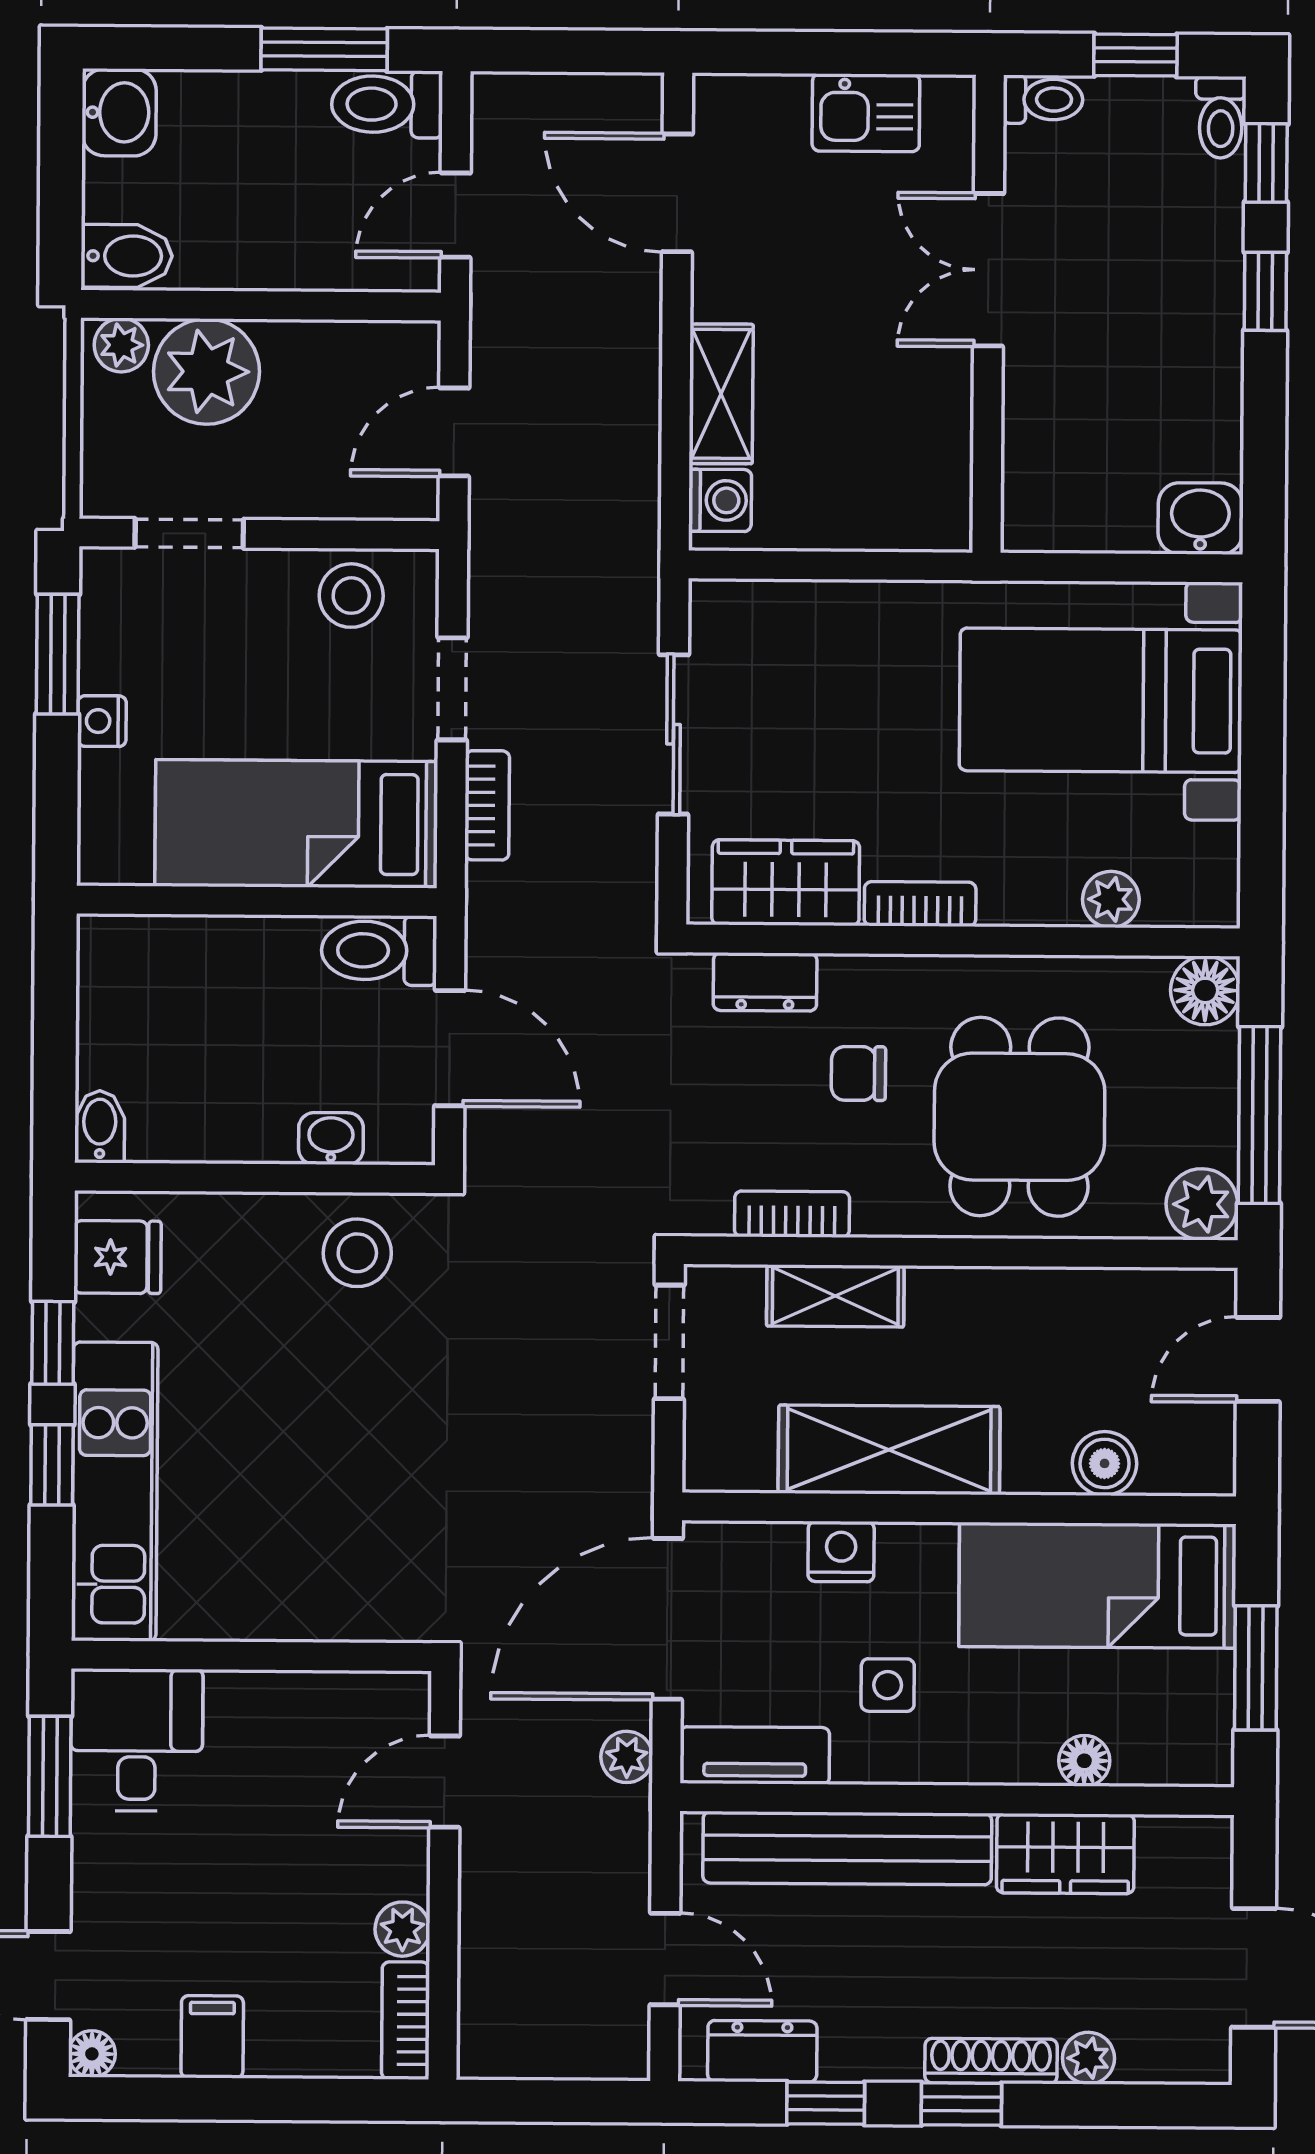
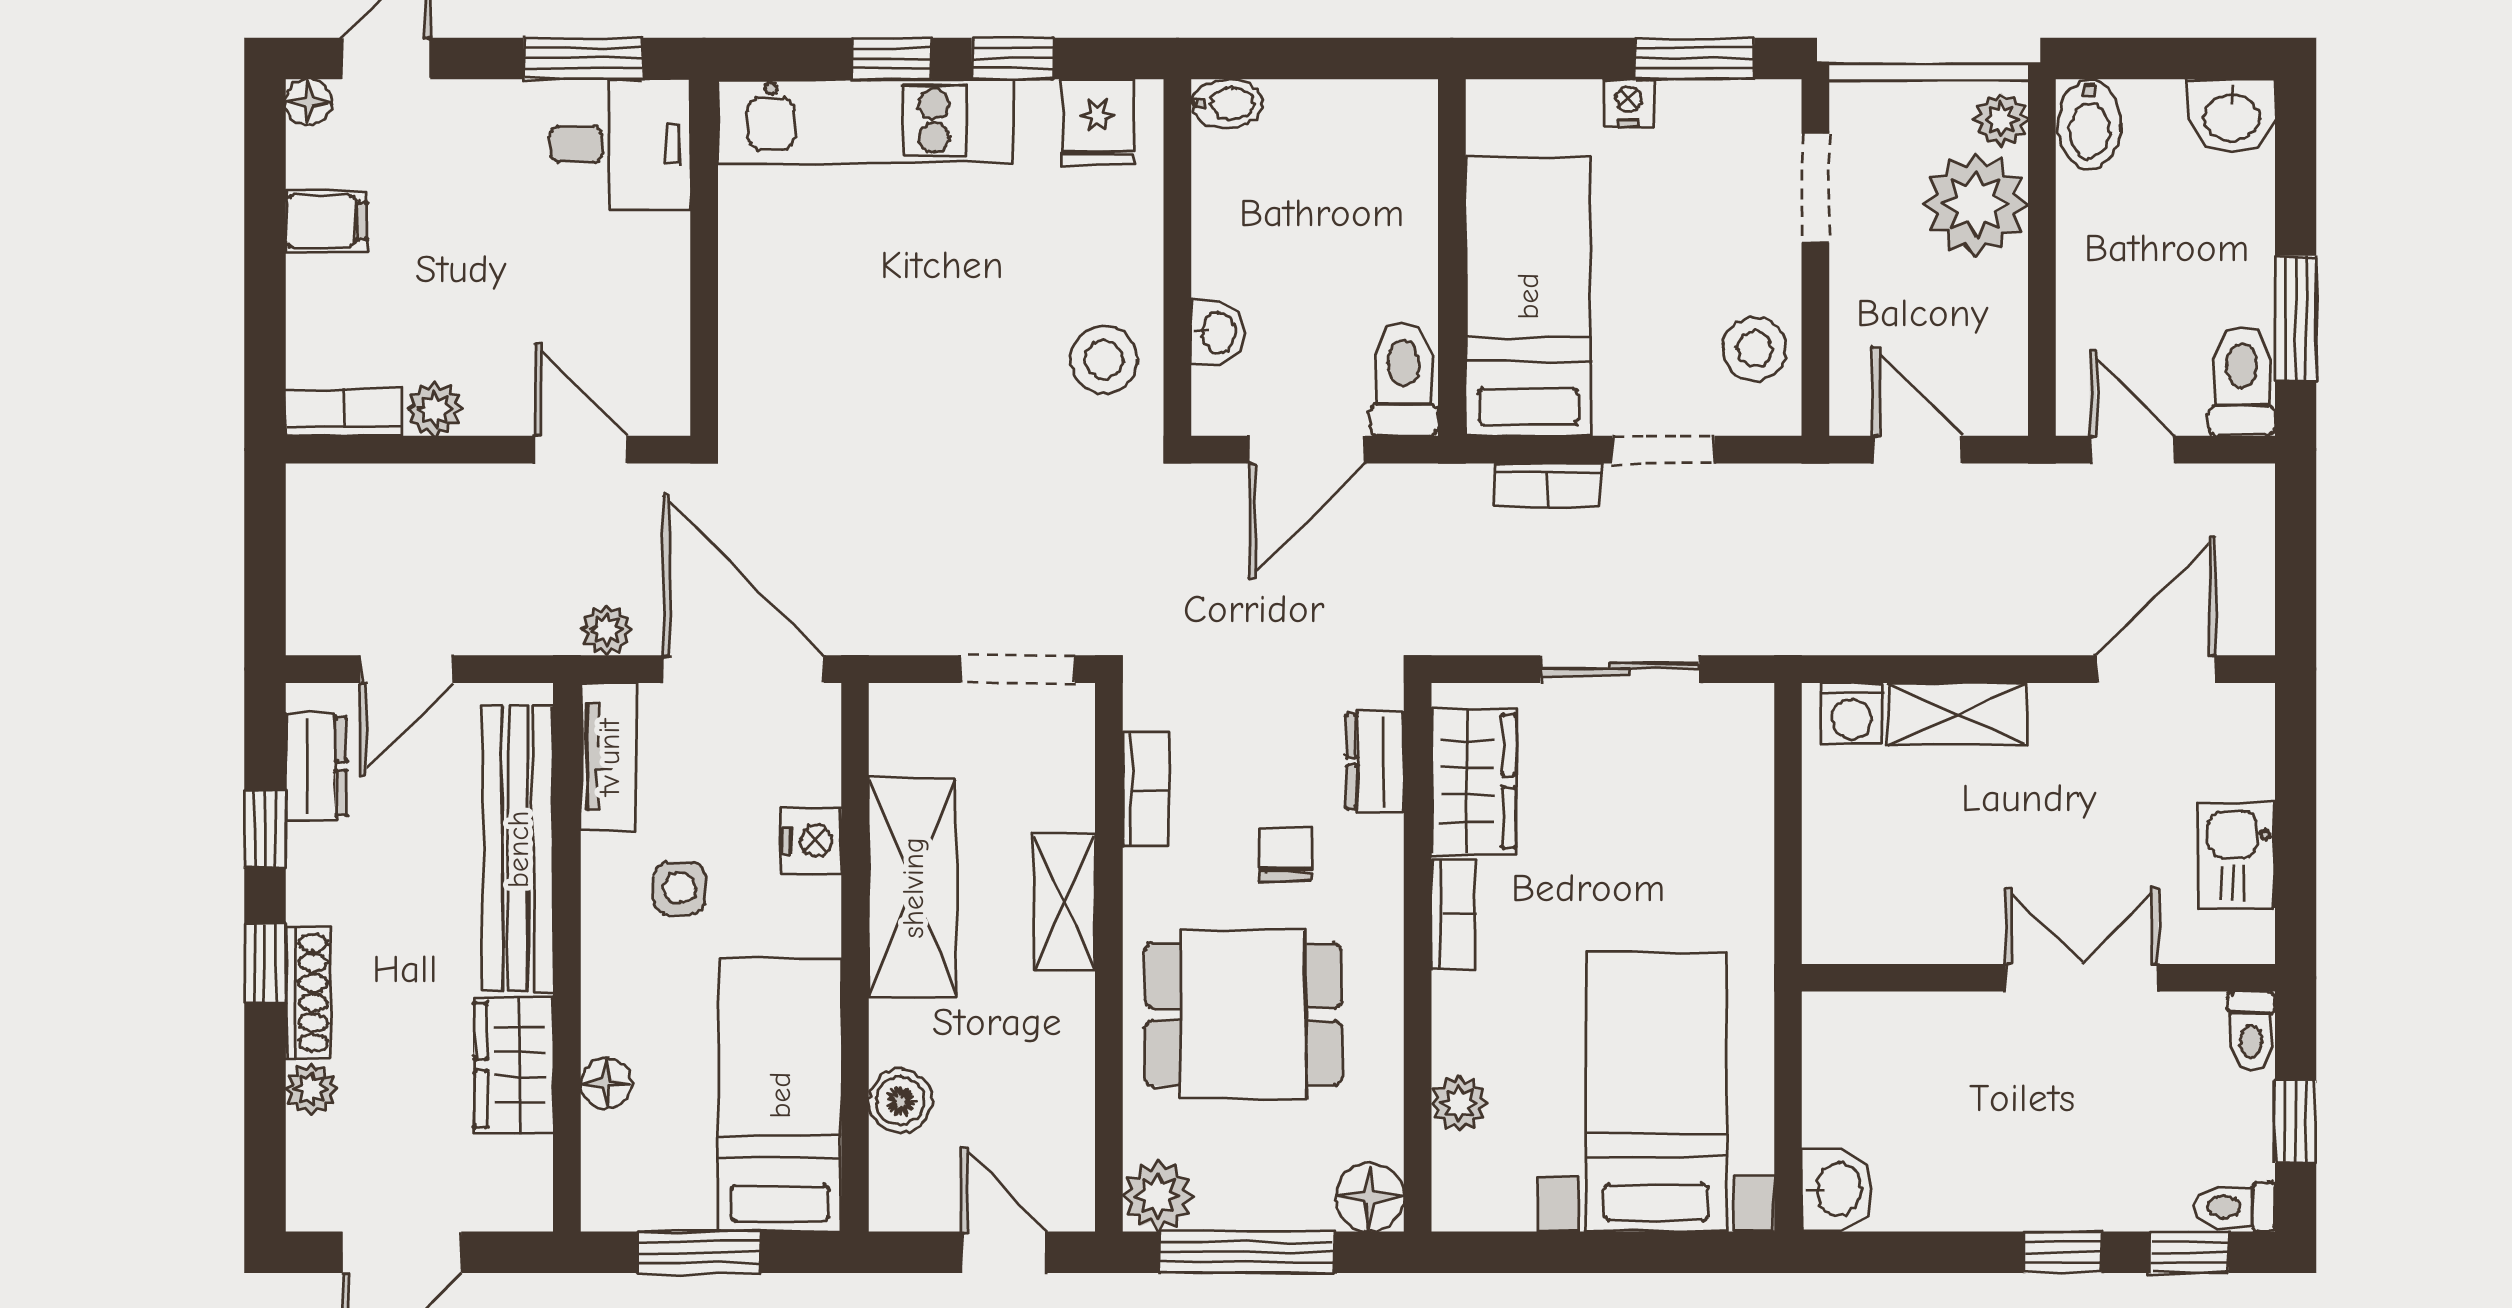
shelving: (835, 1296) -> (1065, 902), moved

